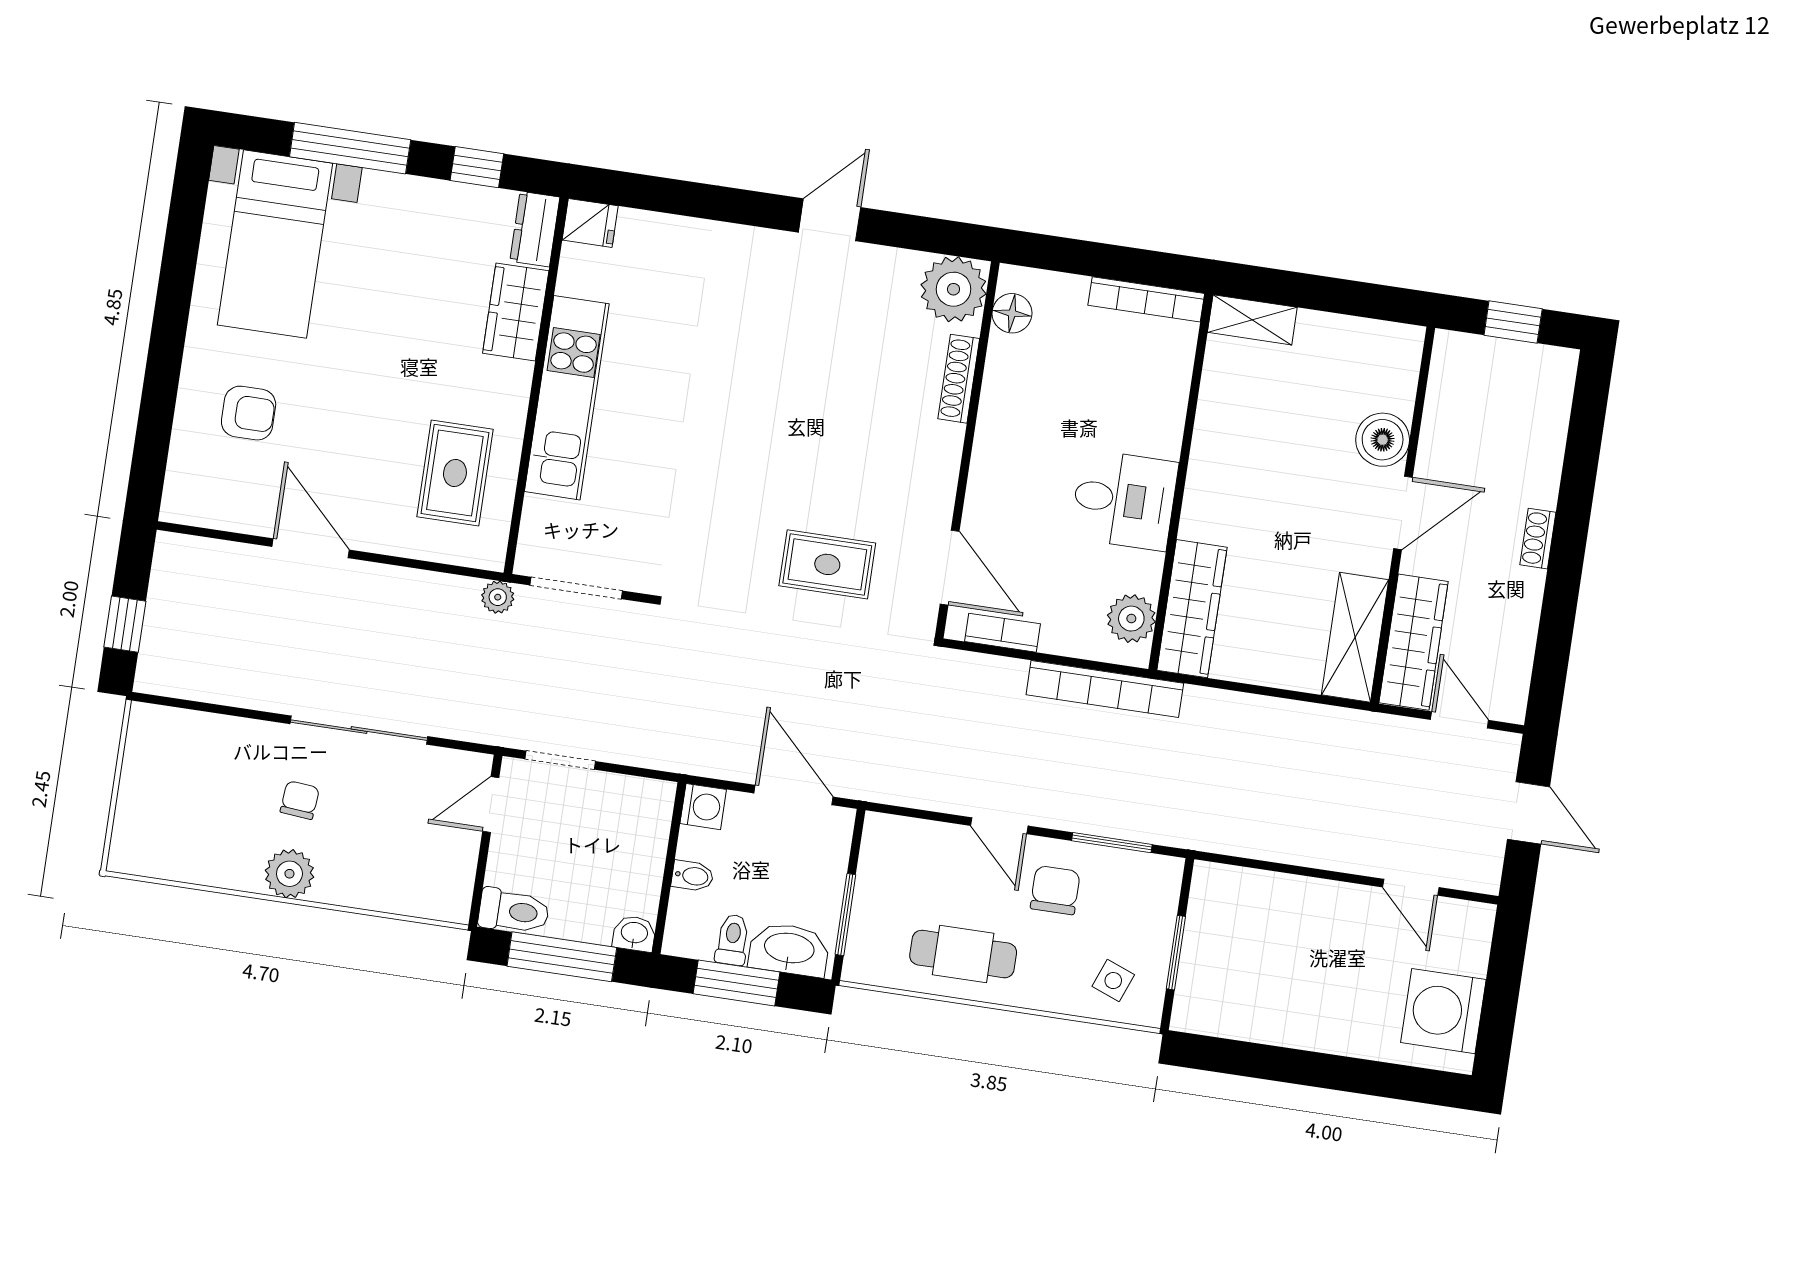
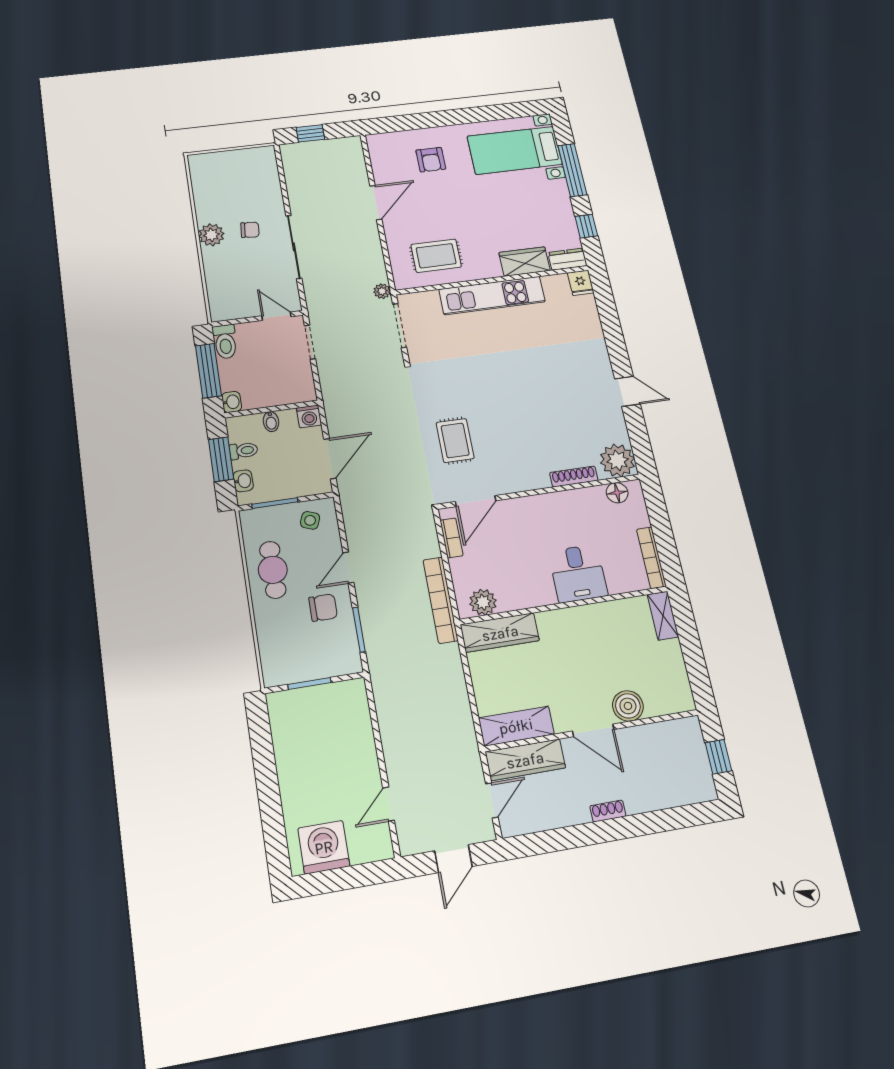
desk: (1124, 500) -> (578, 573), moved
washbasin: (789, 949) -> (243, 481), width x0.52, depth x0.69
side table: (1113, 981) -> (310, 520), moved

